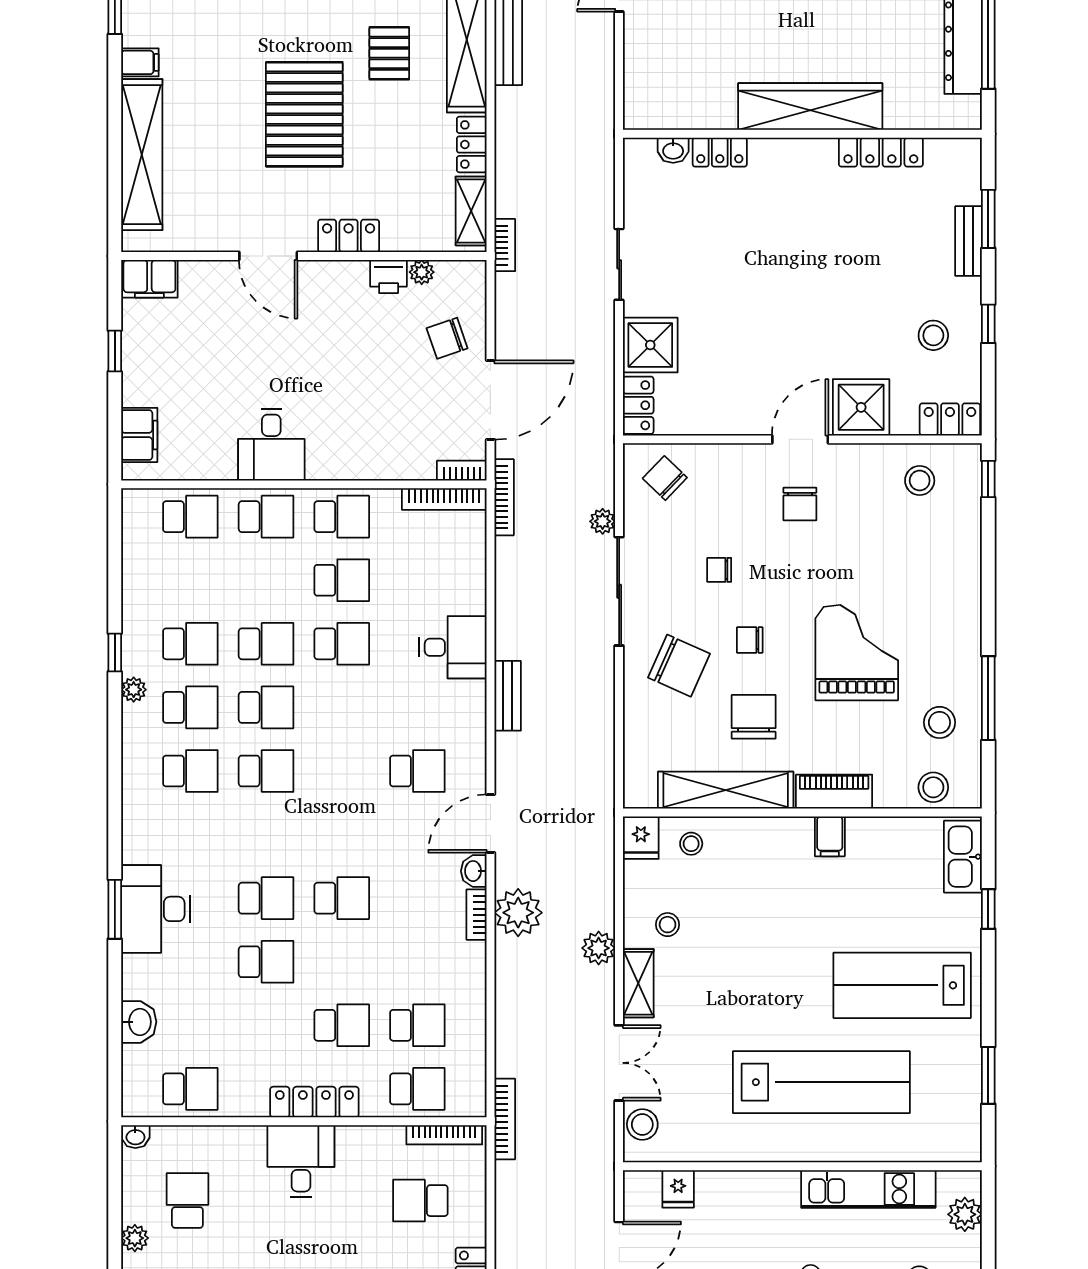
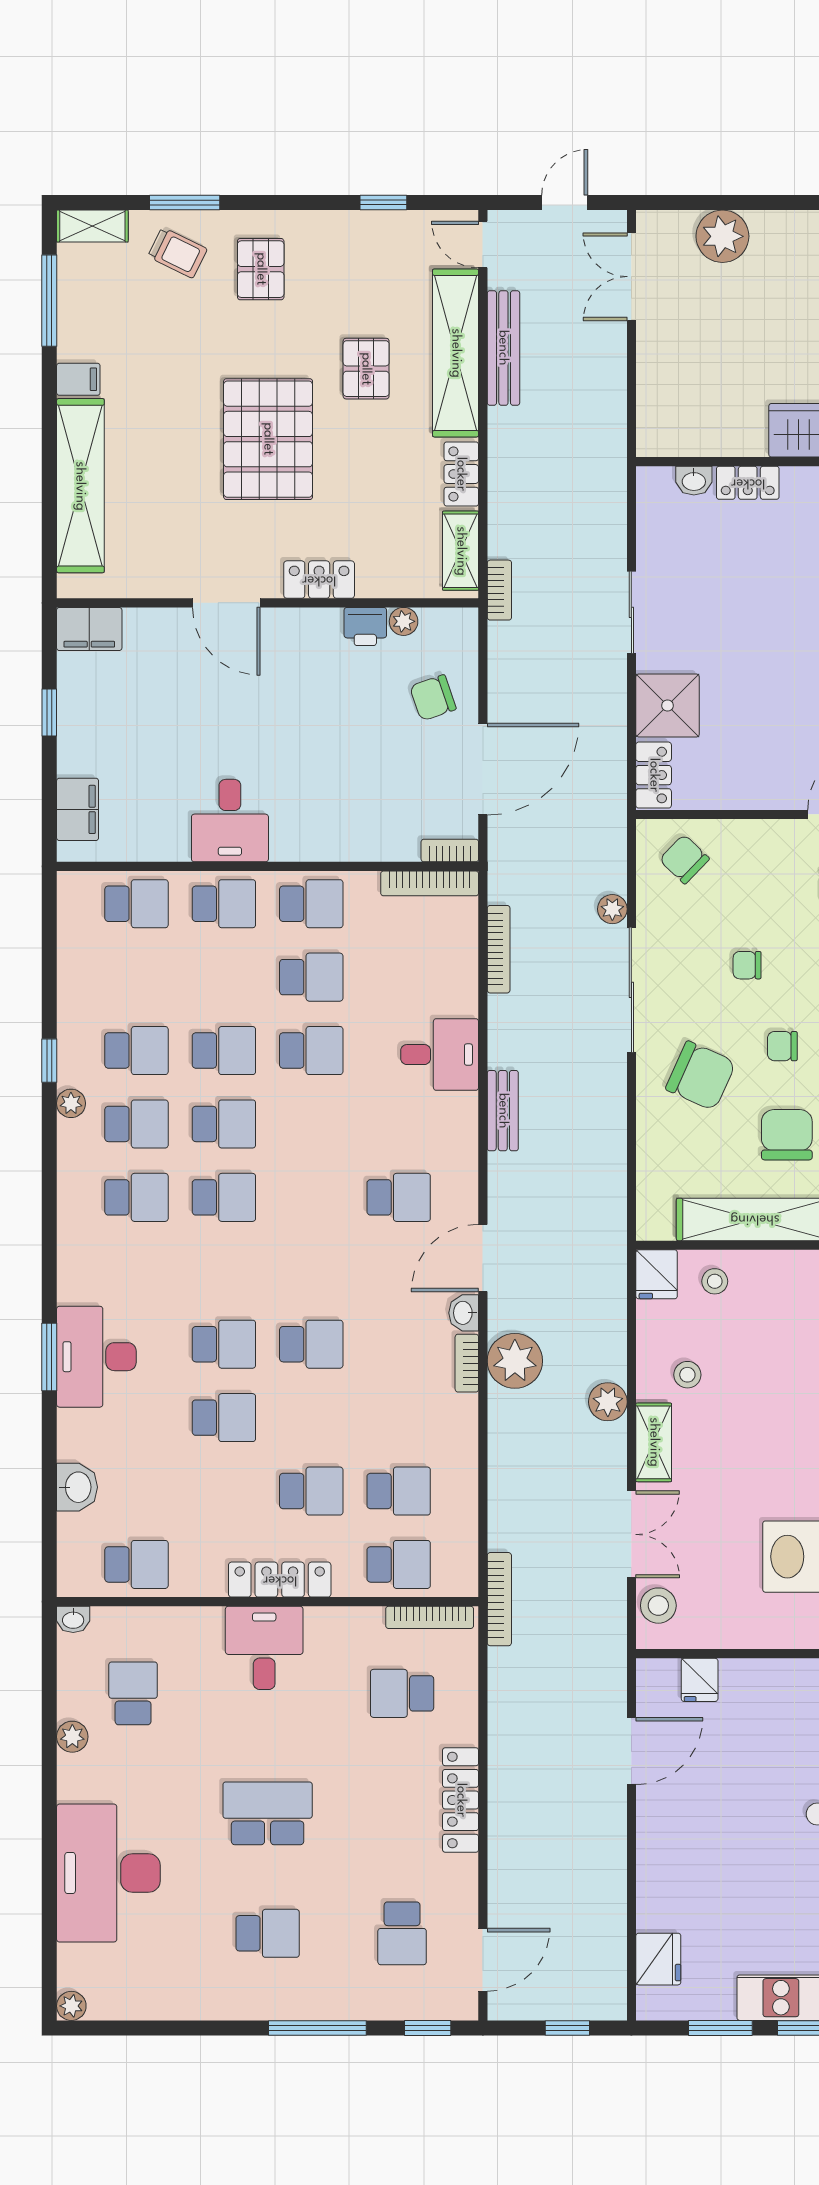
bookcase: (504, 497) -> (499, 949), moved

